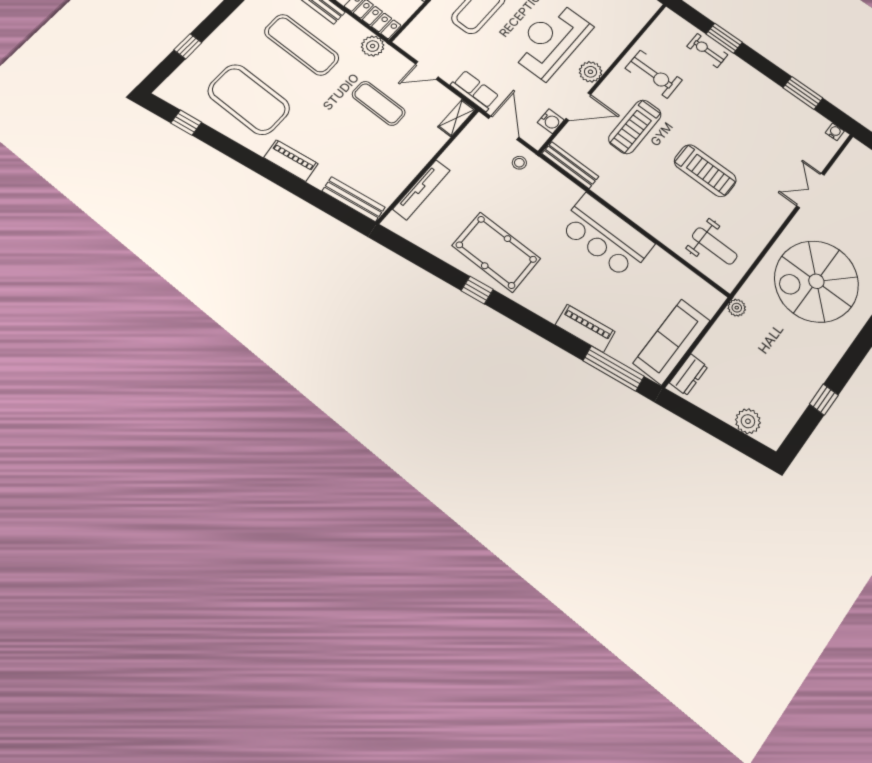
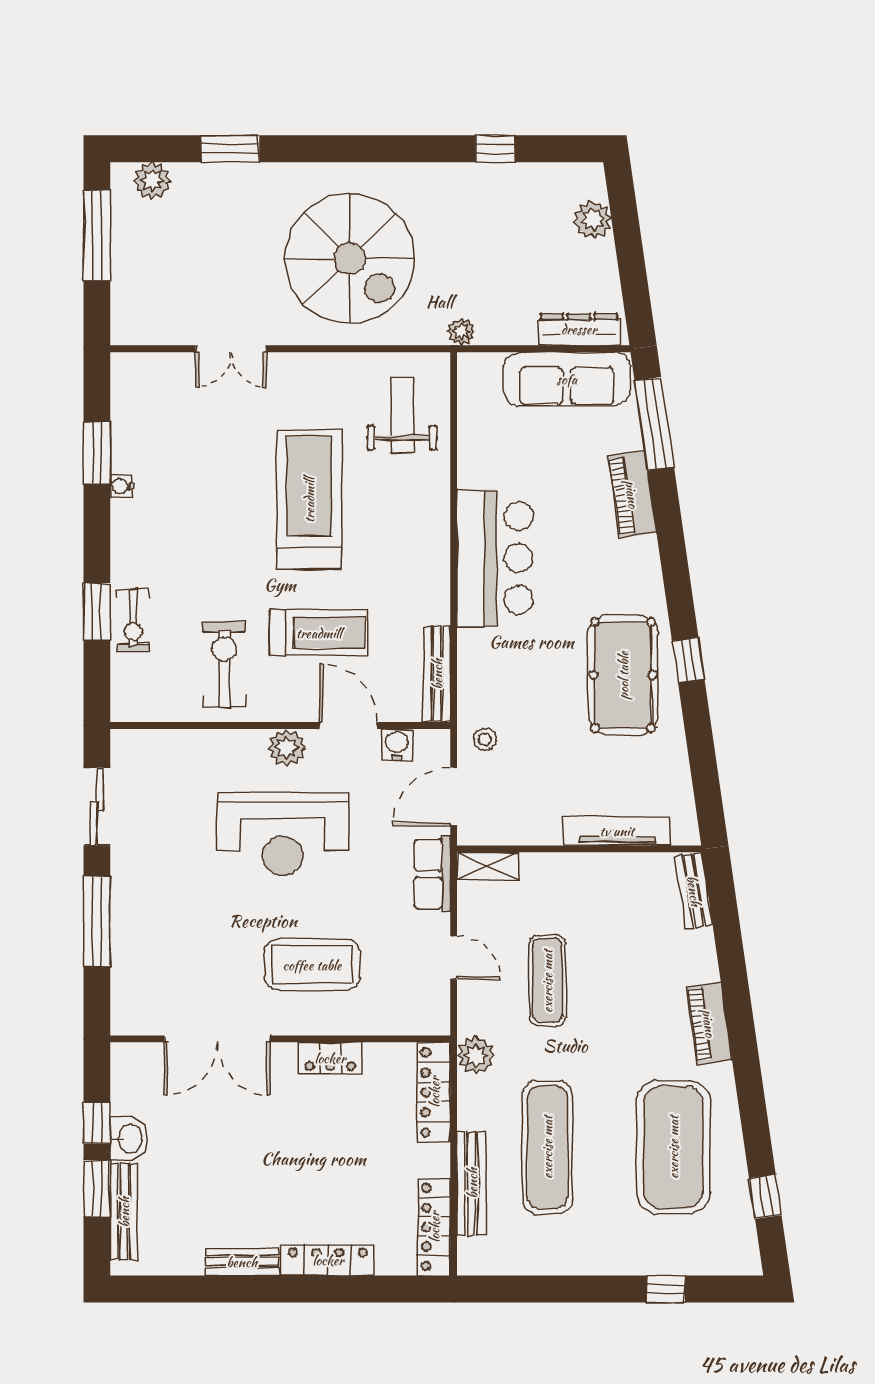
water cooler: (835, 132) -> (122, 486), moved
treadmill: (705, 171) -> (309, 500), width x1.37, depth x1.38
bench: (353, 199) -> (694, 891), width x0.73
dresser: (689, 375) -> (579, 329), width x1.44

